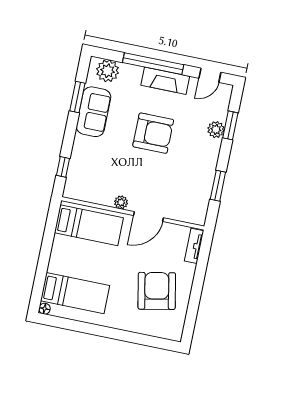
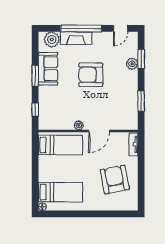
fireplace: (165, 81) -> (76, 38), moved
window: (77, 97) -> (35, 76), moved
armchair: (153, 133) -> (91, 75), turned 180

